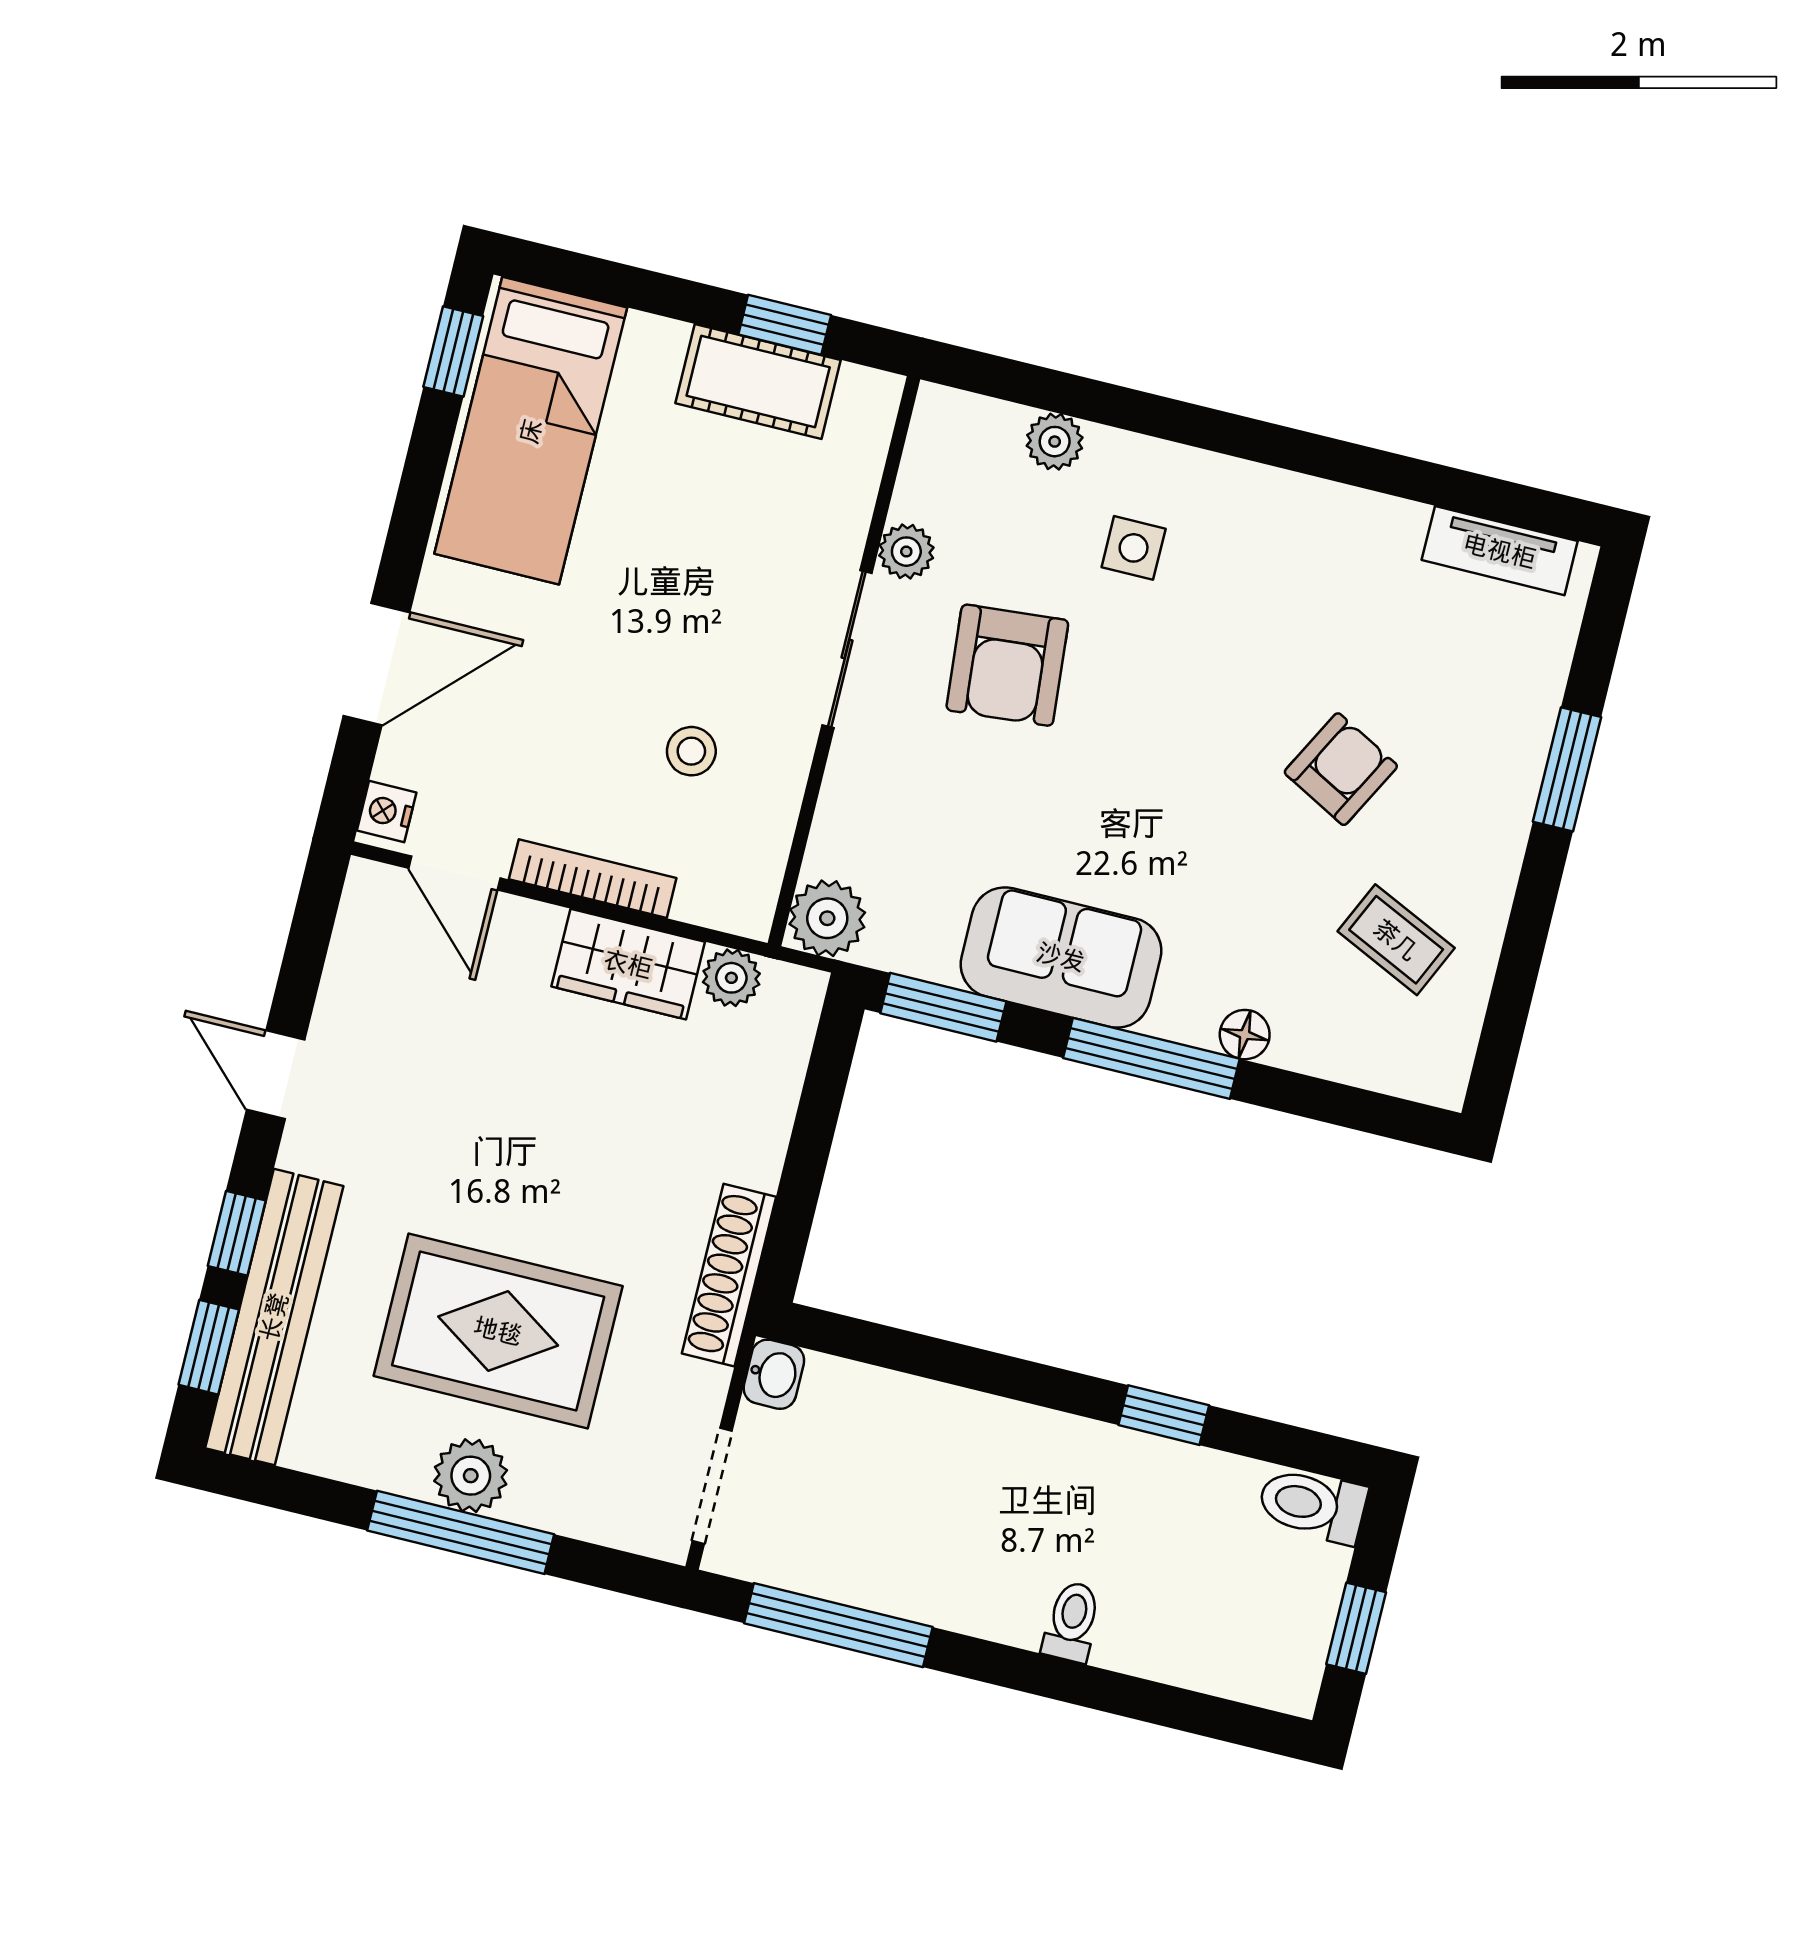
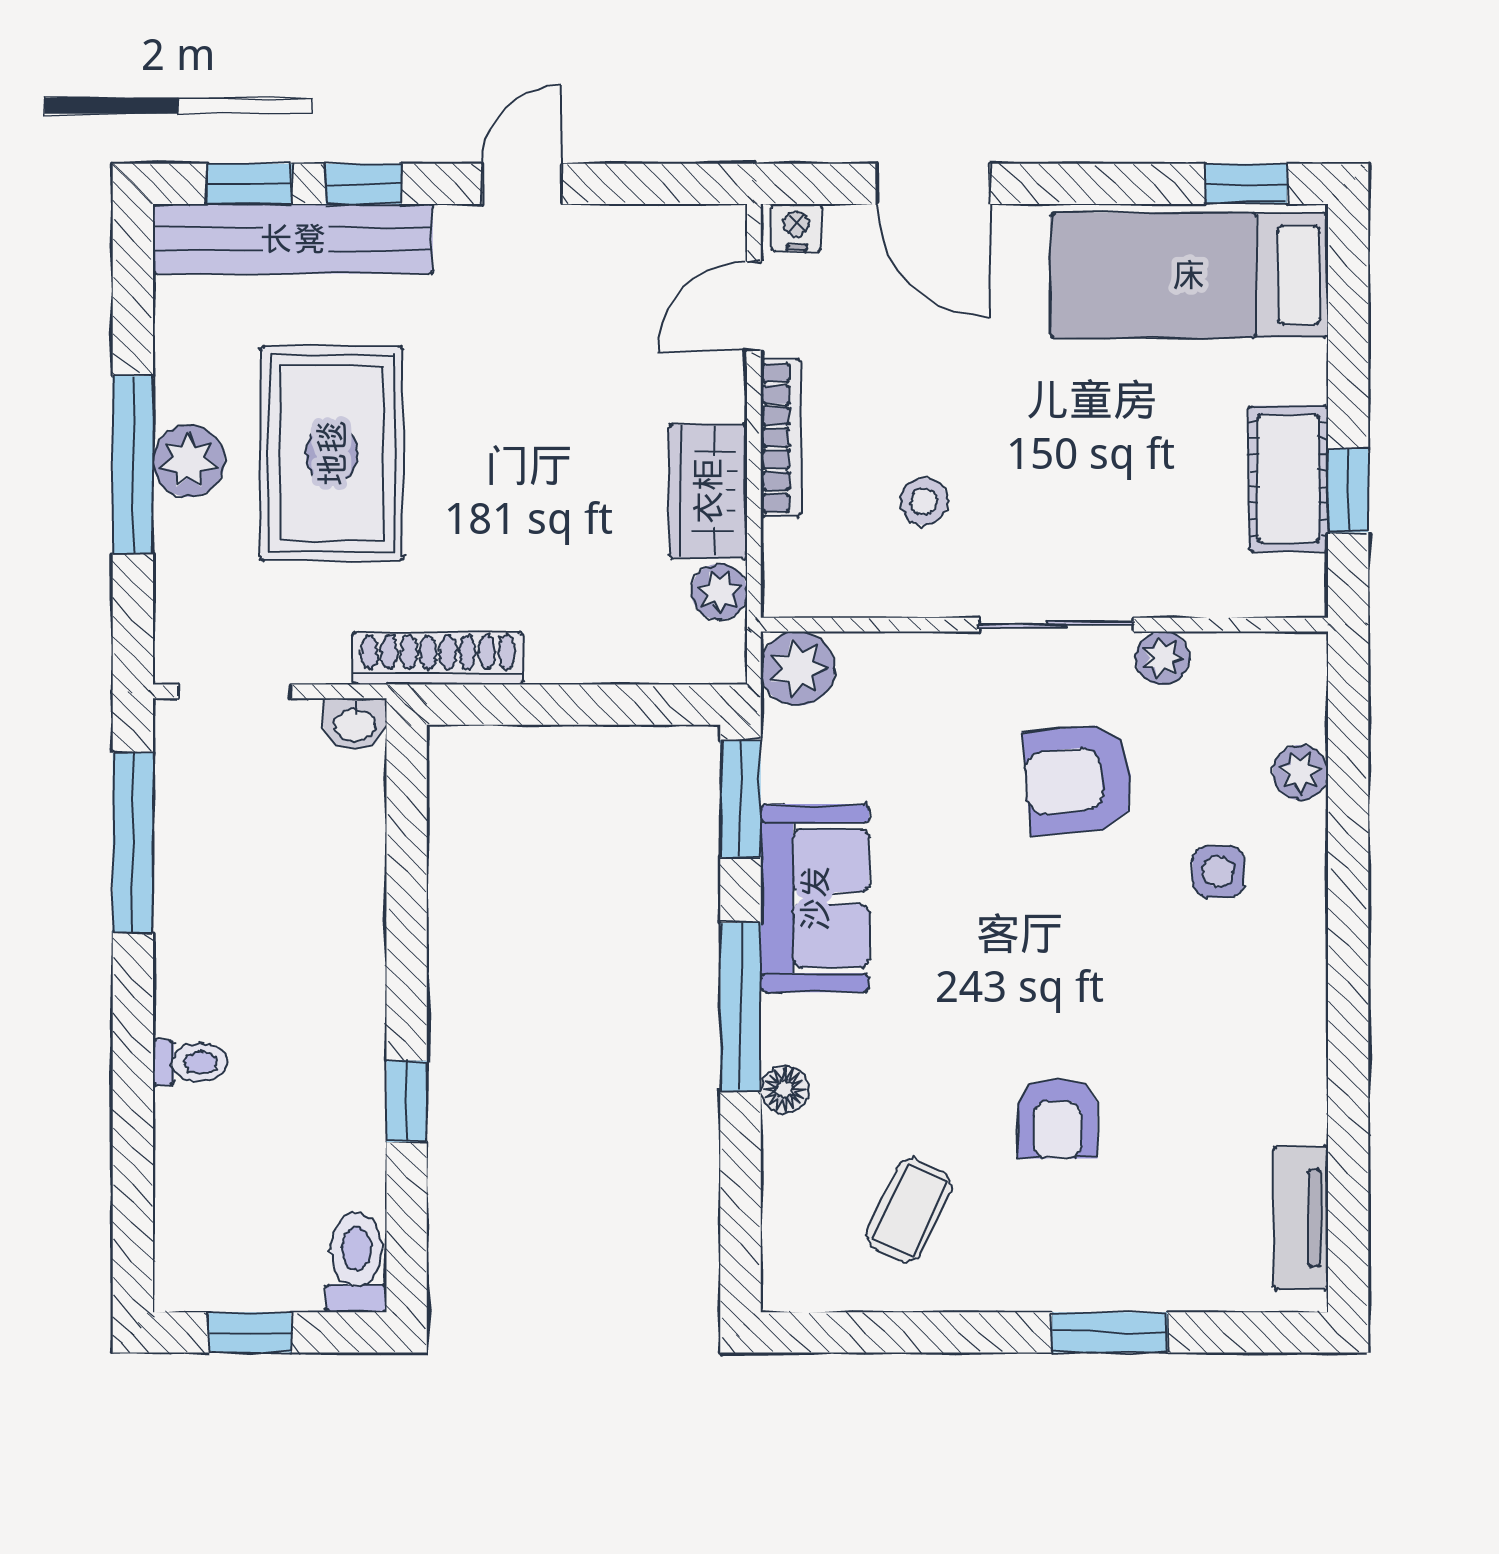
armchair: (1341, 769) -> (1058, 1119), turned 62

